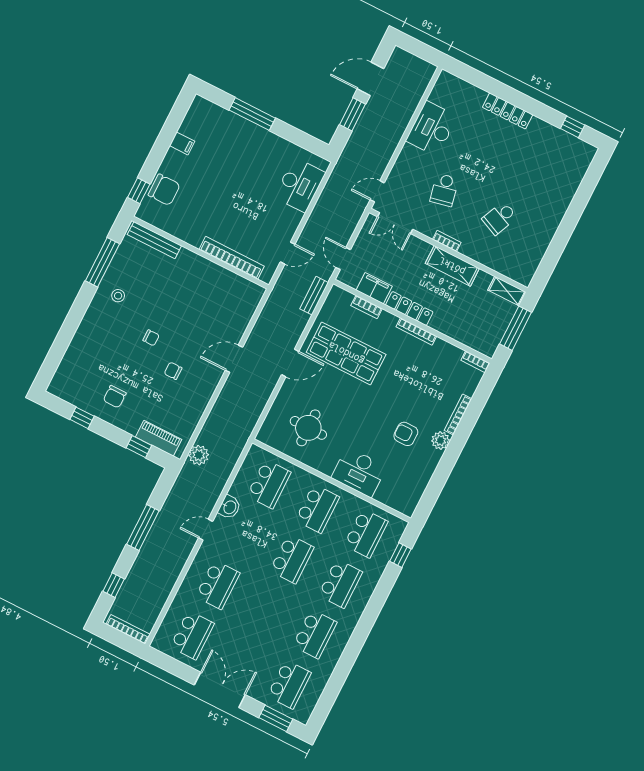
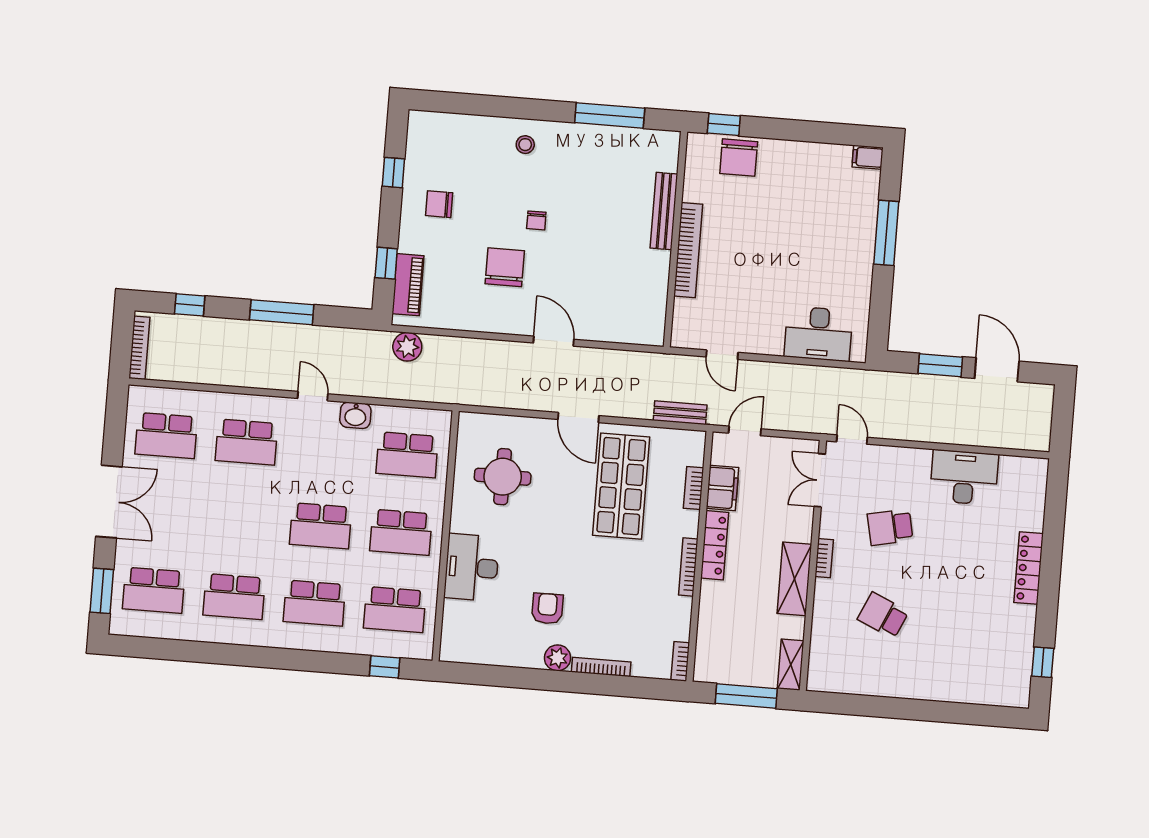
filing cabinet: (182, 143) -> (868, 157), moved, turned 90
bench: (154, 240) -> (664, 211), moved
bookcase: (232, 258) -> (688, 250), moved
stool: (118, 296) -> (525, 145), moved
chair: (173, 371) -> (505, 267), width x1.87, depth x1.87

